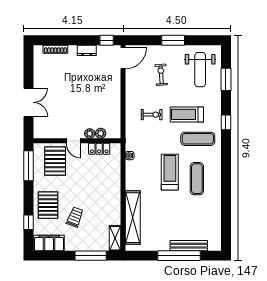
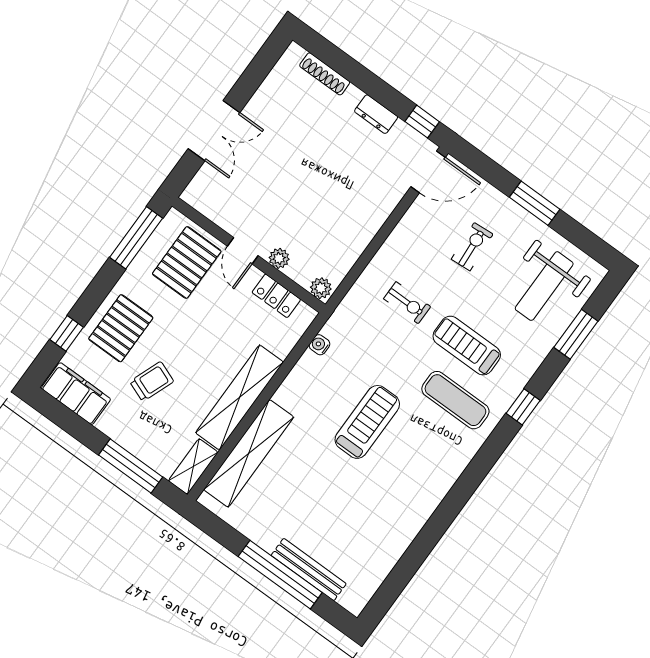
plant: (101, 133) -> (321, 288), moved
exercise mat: (197, 179) -> (405, 466), removed
shelving: (114, 198) -> (240, 397), added

